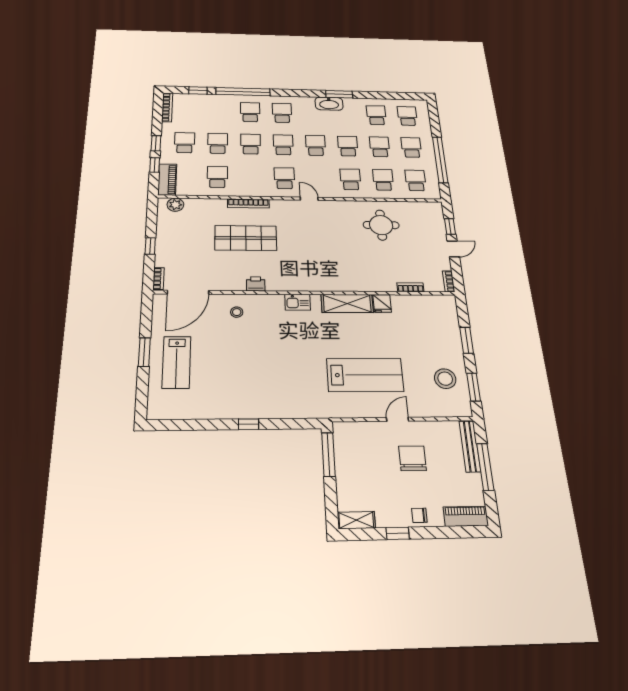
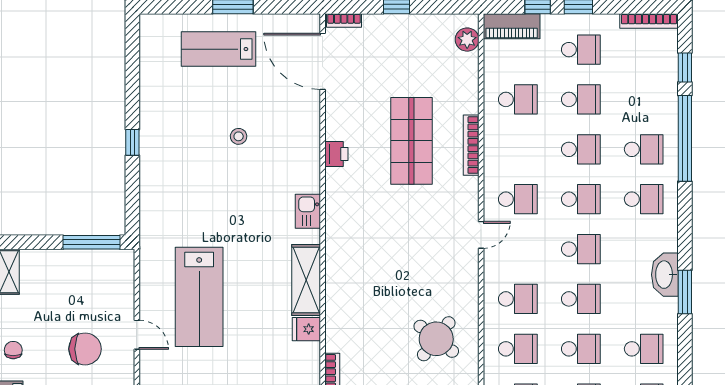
round table: (381, 225) -> (436, 339), turned 38
stool: (237, 312) -> (239, 136), moved

